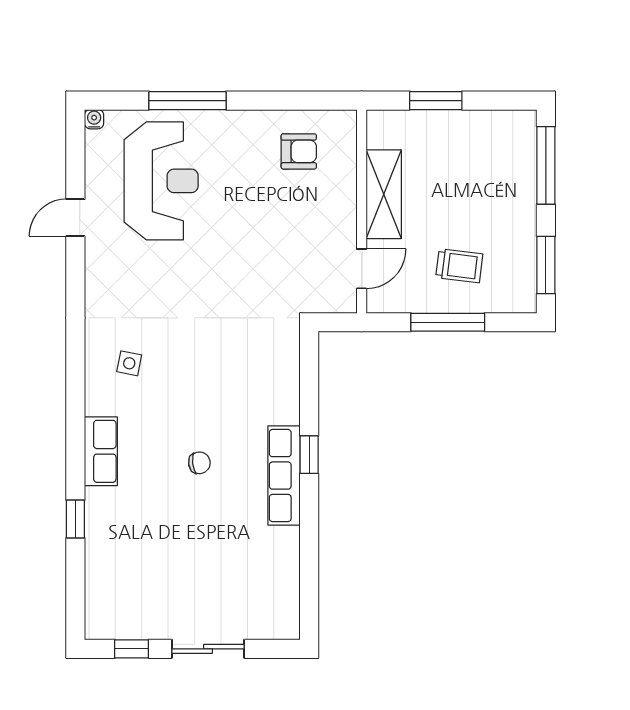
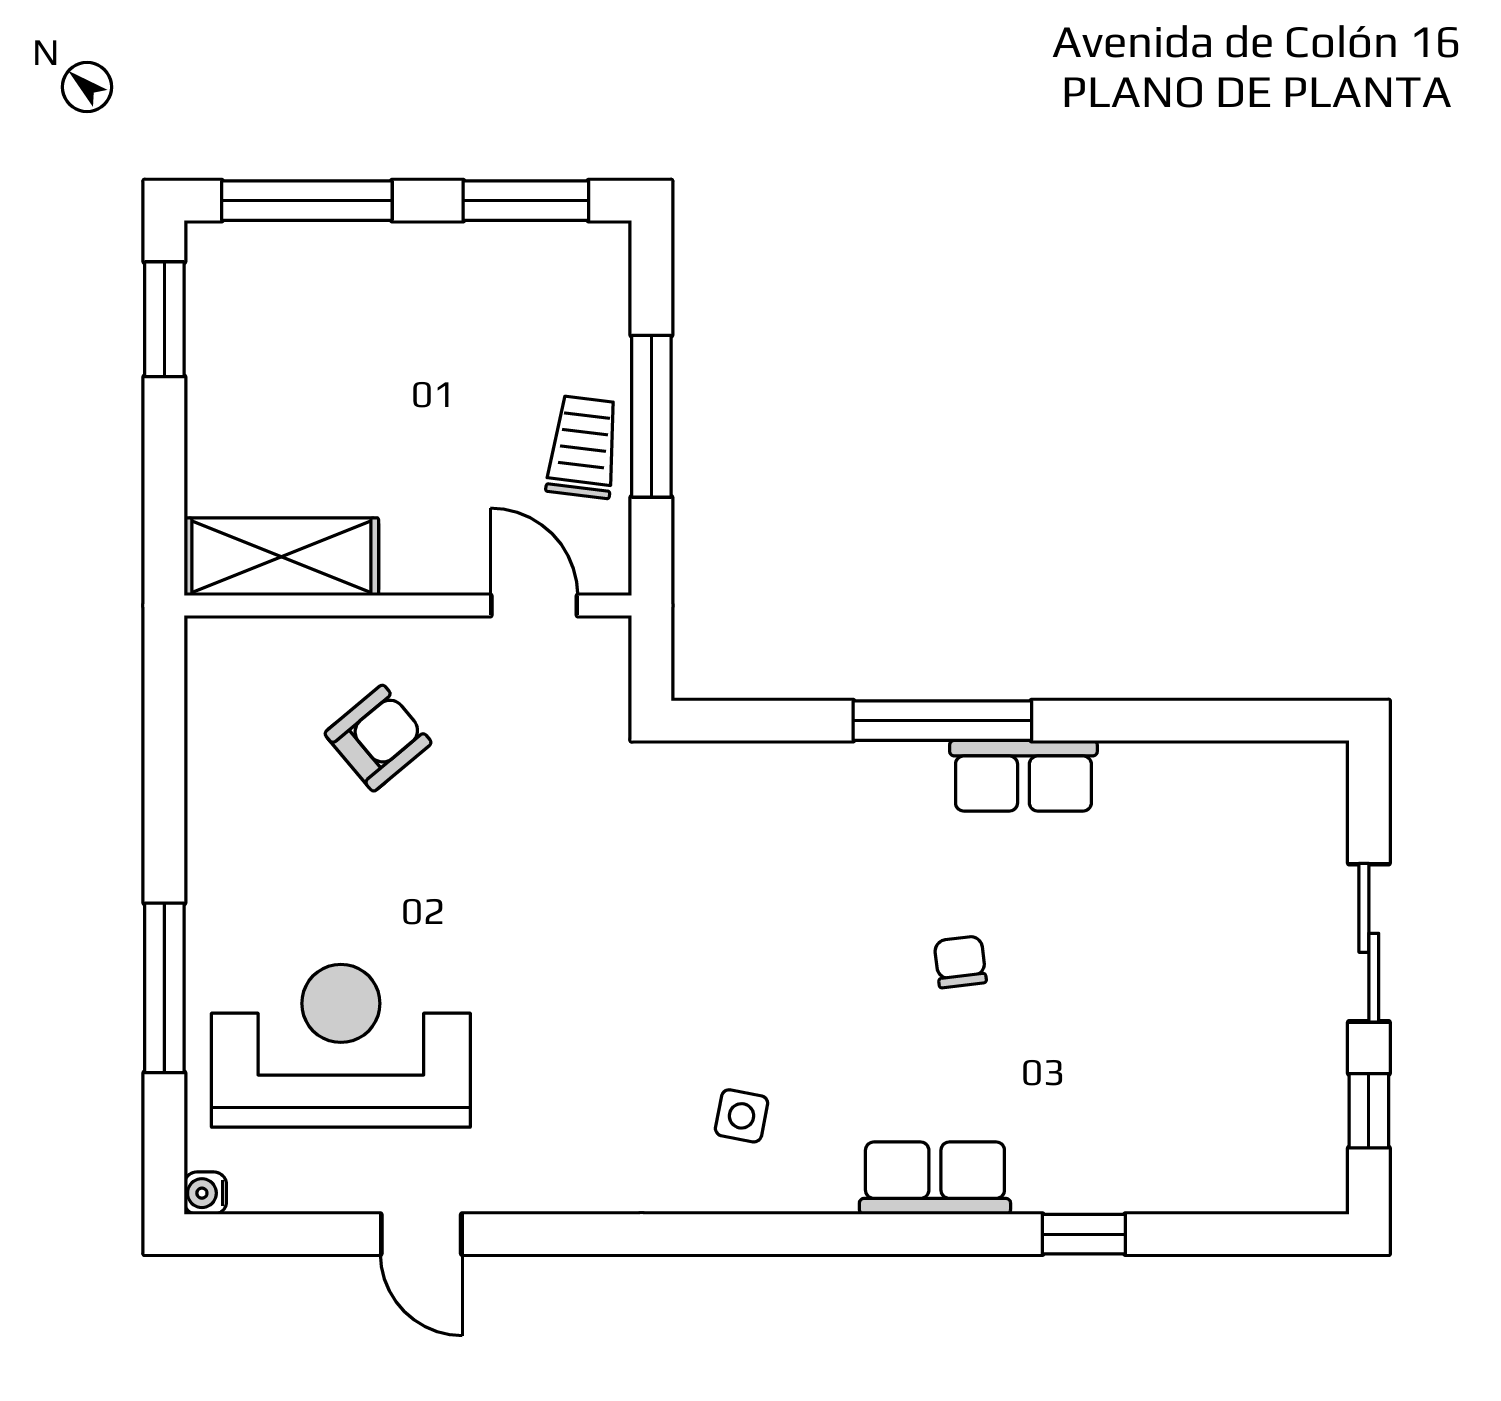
window: (436, 101) -> (164, 319), moved
armchair: (299, 151) -> (378, 738), moved, turned 50
shelving: (384, 194) -> (281, 557), moved
trolley: (459, 266) -> (583, 447), moved
window: (309, 455) -> (942, 721), width x2.17
row of seats: (284, 476) -> (1023, 776), width x0.68

